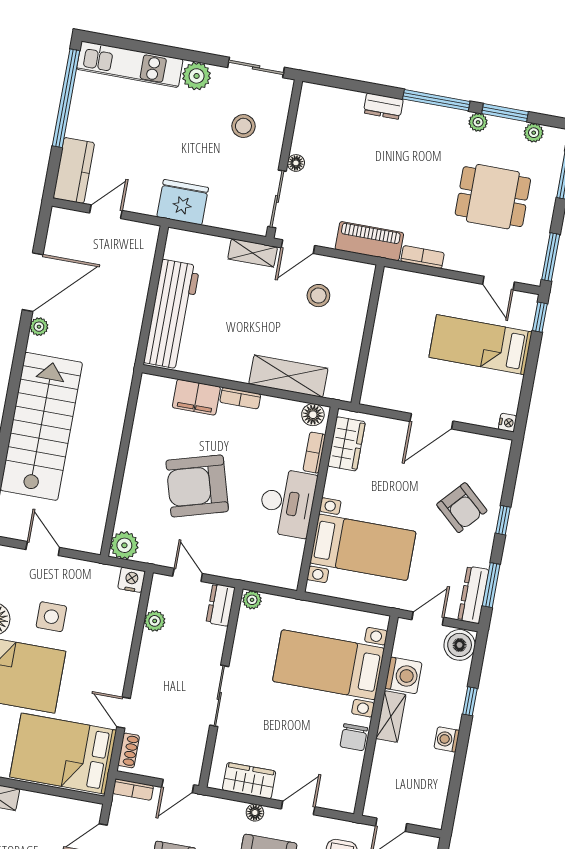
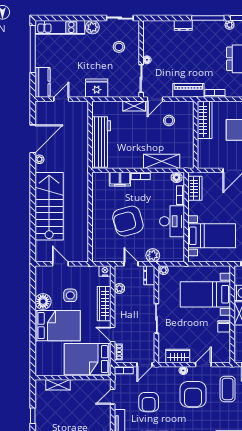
wardrobe: (392, 307) -> (205, 120), added
plant: (124, 545) -> (153, 255), moved
wardrobe: (118, 646) -> (104, 304), added

